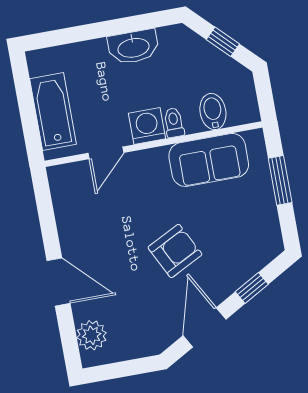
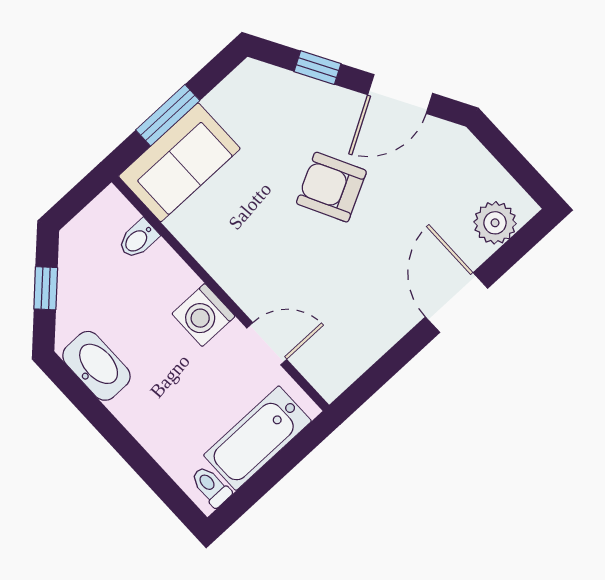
washbasin: (133, 47) -> (96, 366), moved
bidet: (213, 112) -> (138, 239), width x0.72, depth x0.74
toilet: (174, 123) -> (211, 486), moved, turned 90
sofa: (209, 160) -> (179, 162), moved, turned 90

